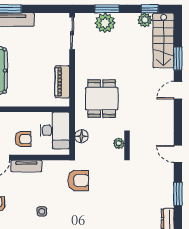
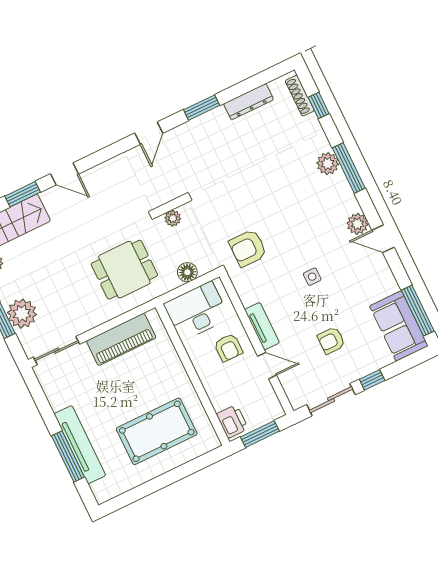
piano: (62, 82) -> (121, 339), width x1.37, depth x1.33
armchair: (23, 139) -> (228, 348), turned 180
armchair: (78, 180) -> (248, 248), turned -90

